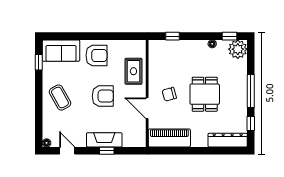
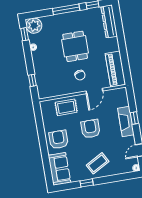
window: (39, 62) -> (87, 183), moved
dining table: (205, 94) -> (75, 46), turned 90

